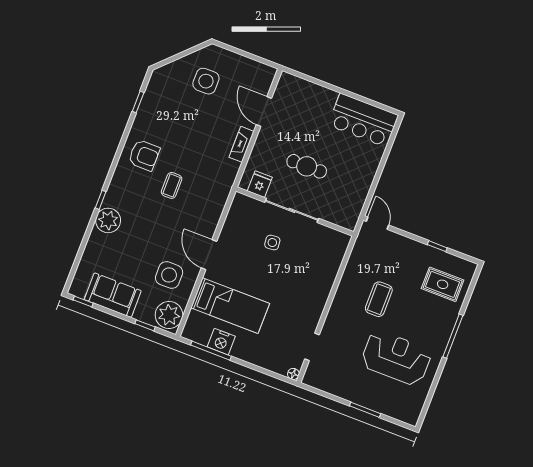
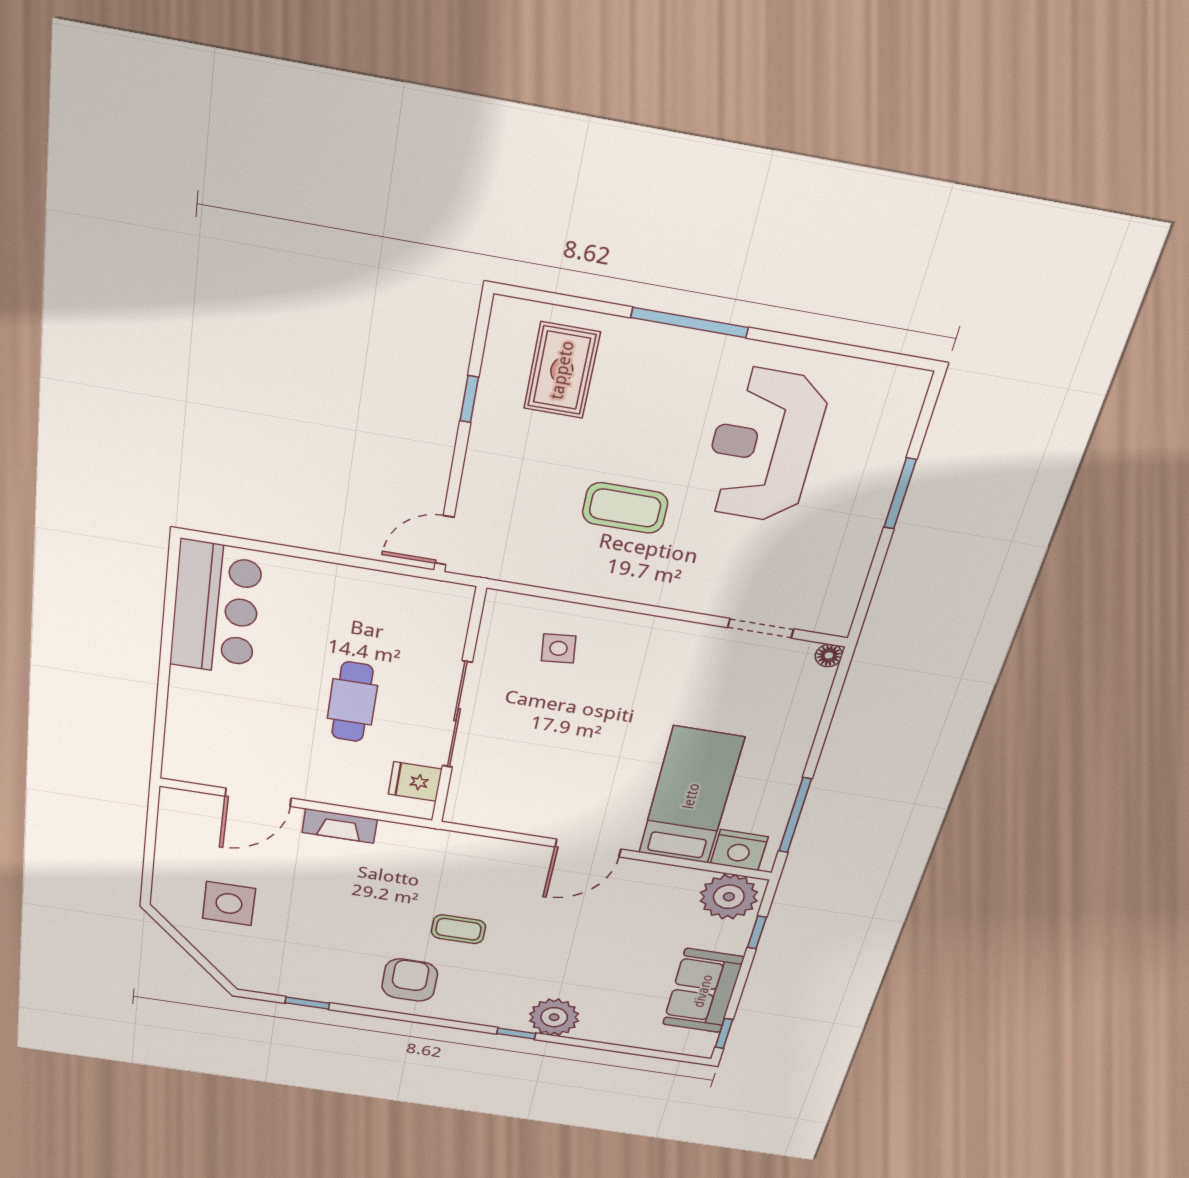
side table: (272, 242) -> (559, 648), moved
side table: (169, 275) -> (645, 908), removed
nightstand: (221, 342) -> (739, 850), moved, turned 90

